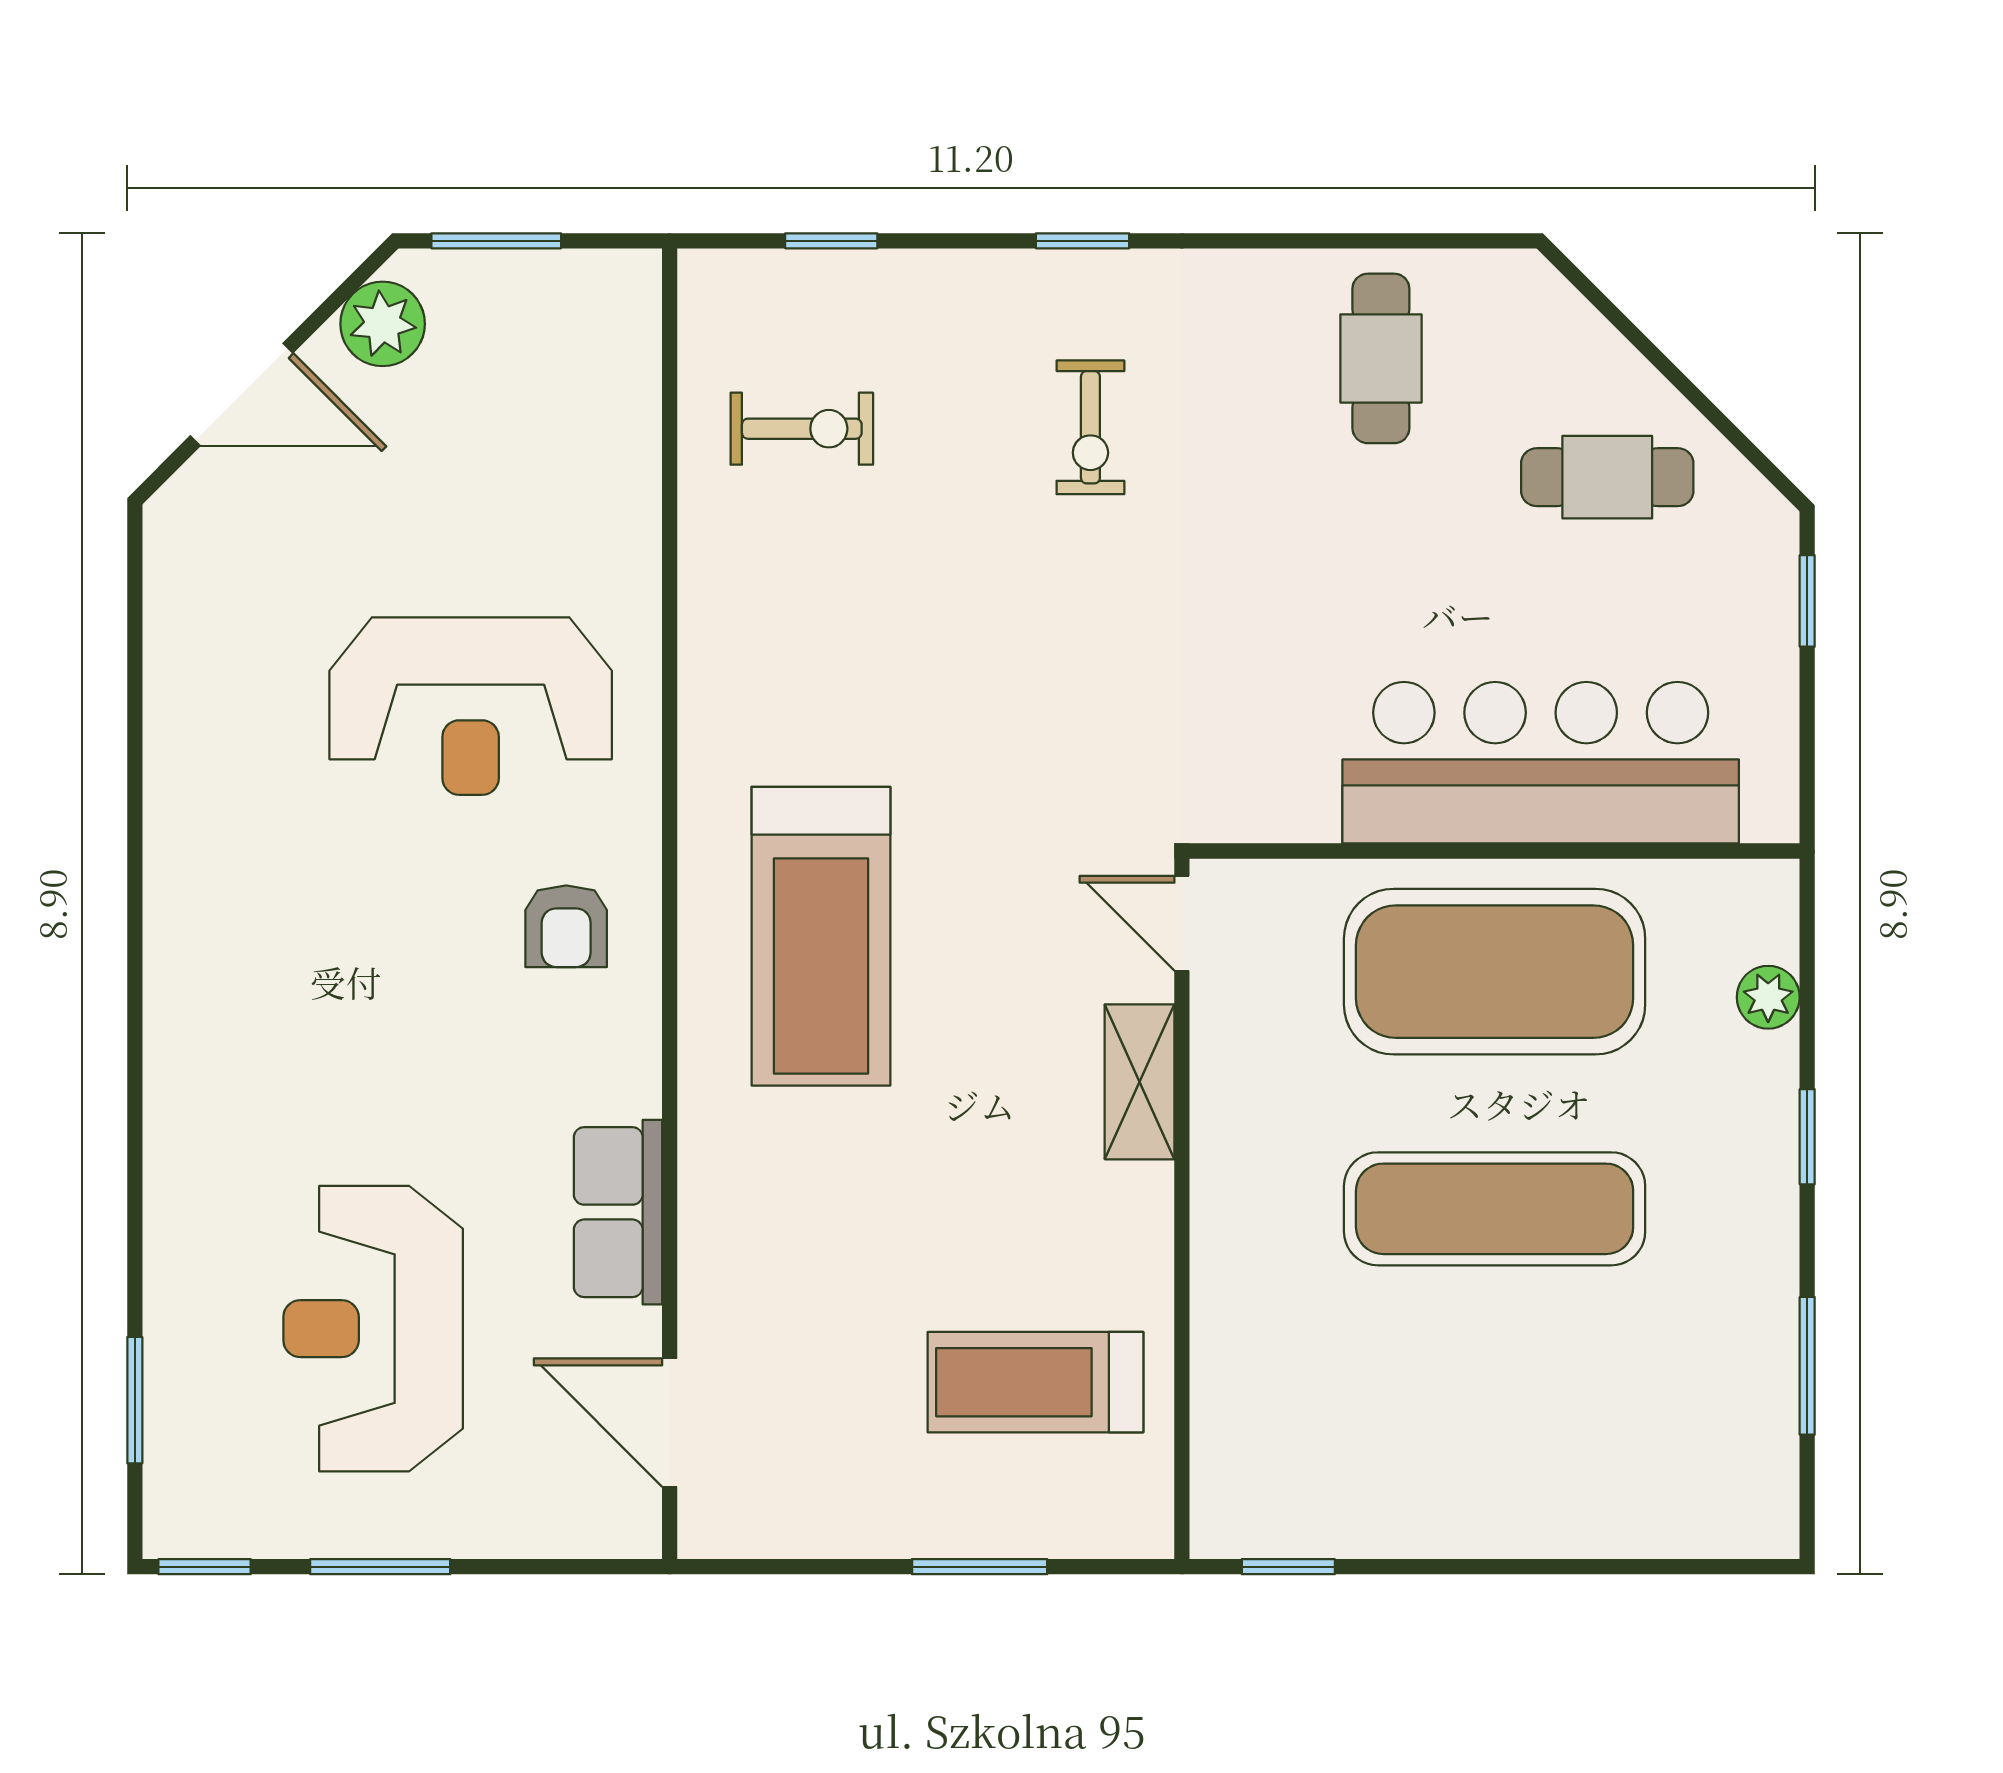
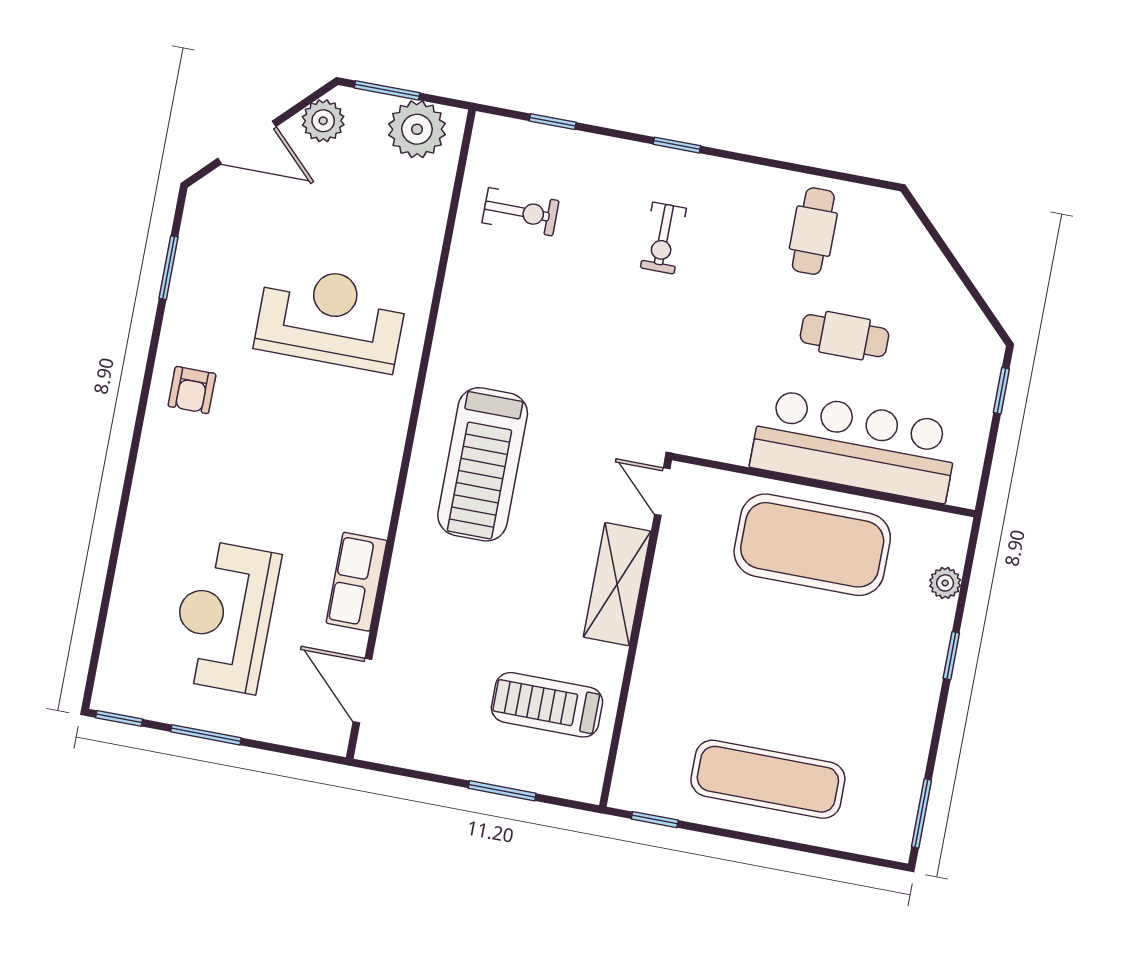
plant: (569, 306) -> (417, 129), added
cafe table: (1607, 477) -> (844, 336), moved
reception desk: (471, 706) -> (331, 318), turned 180
armchair: (566, 926) -> (192, 390), moved
shelving: (1140, 1082) -> (617, 584), width x1.50, depth x1.33
exercise mat: (1495, 1209) -> (768, 779), moved
window: (1807, 1366) -> (921, 813), moved
window: (135, 1400) -> (169, 268), moved

